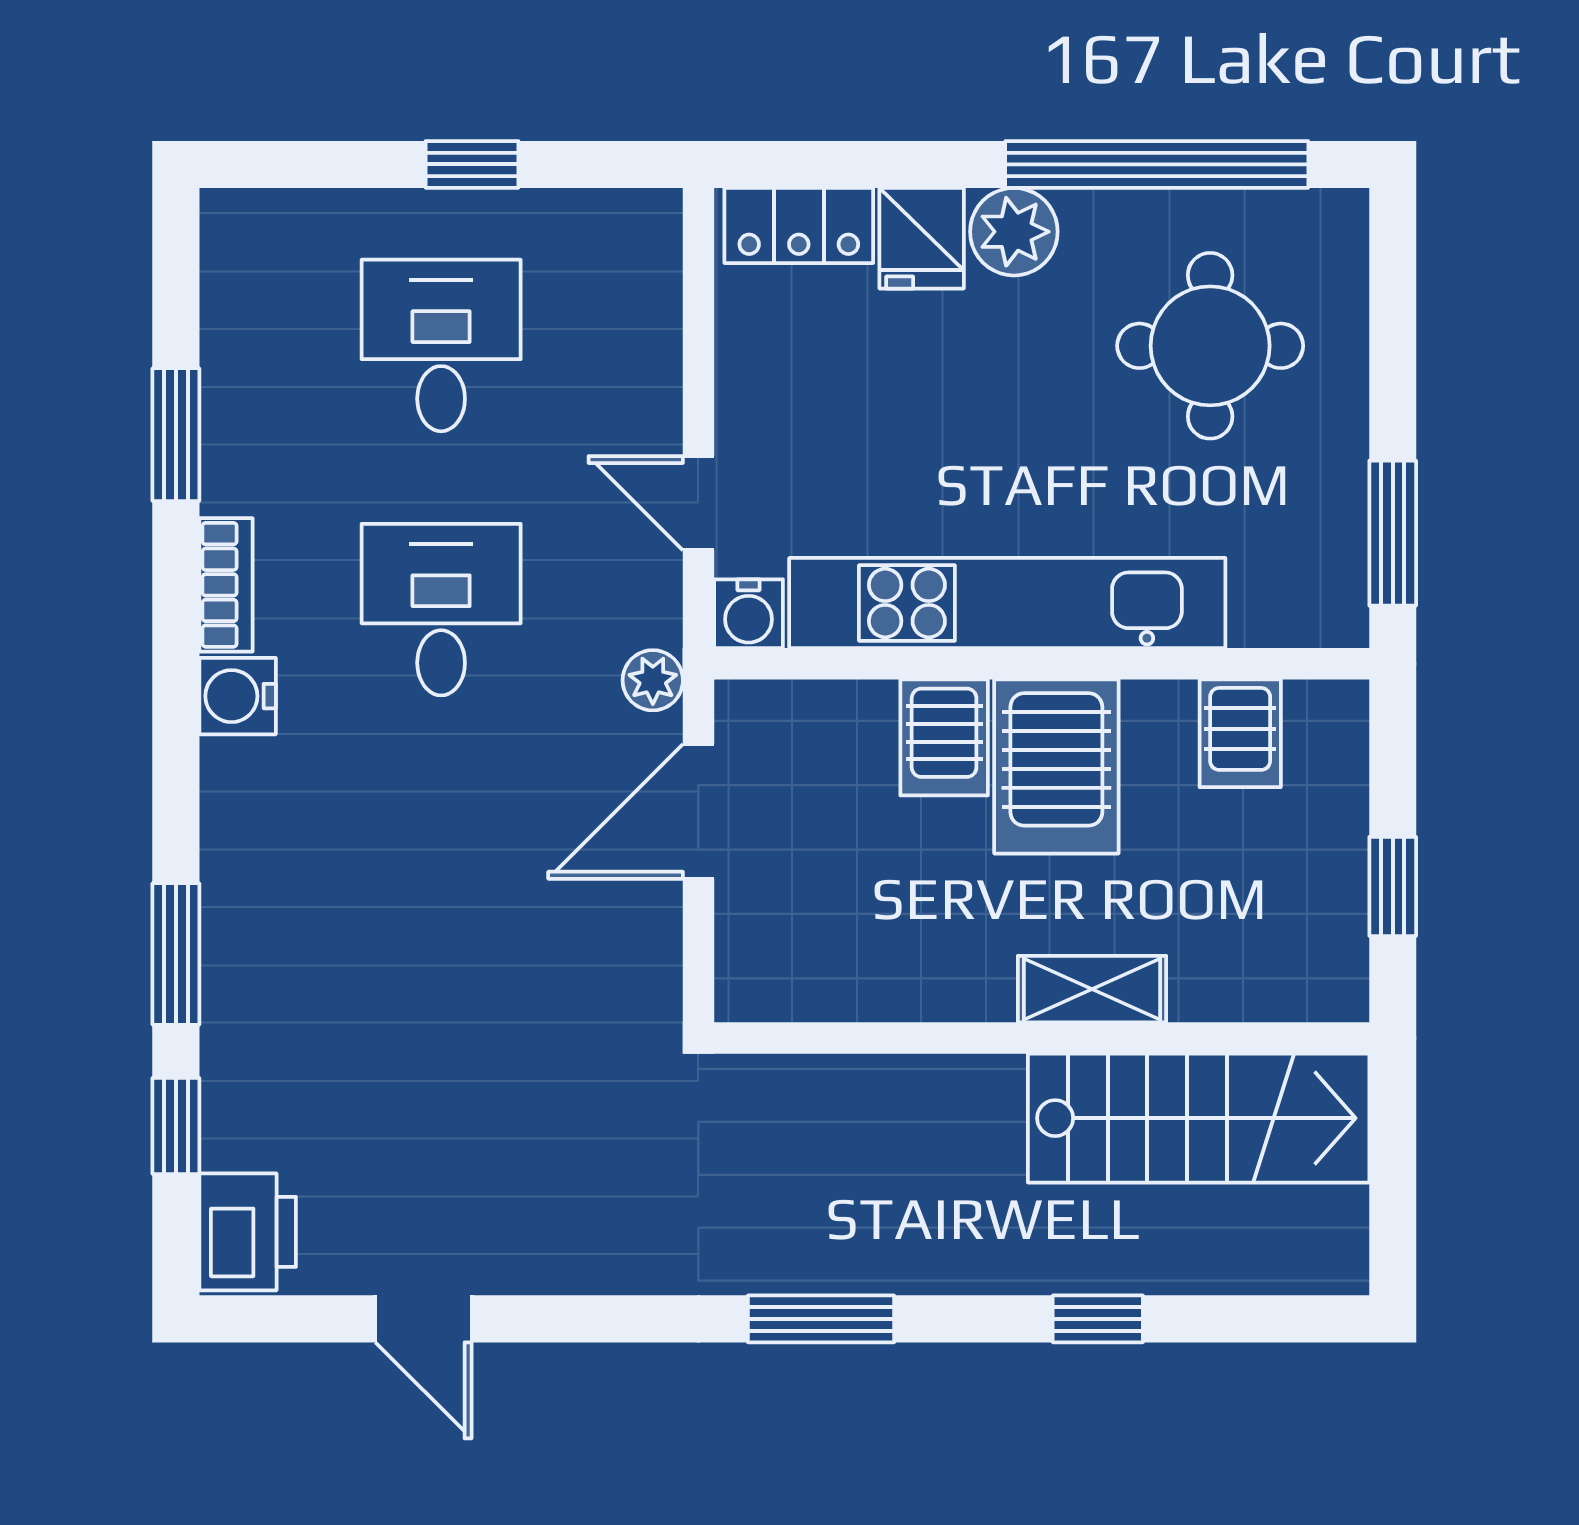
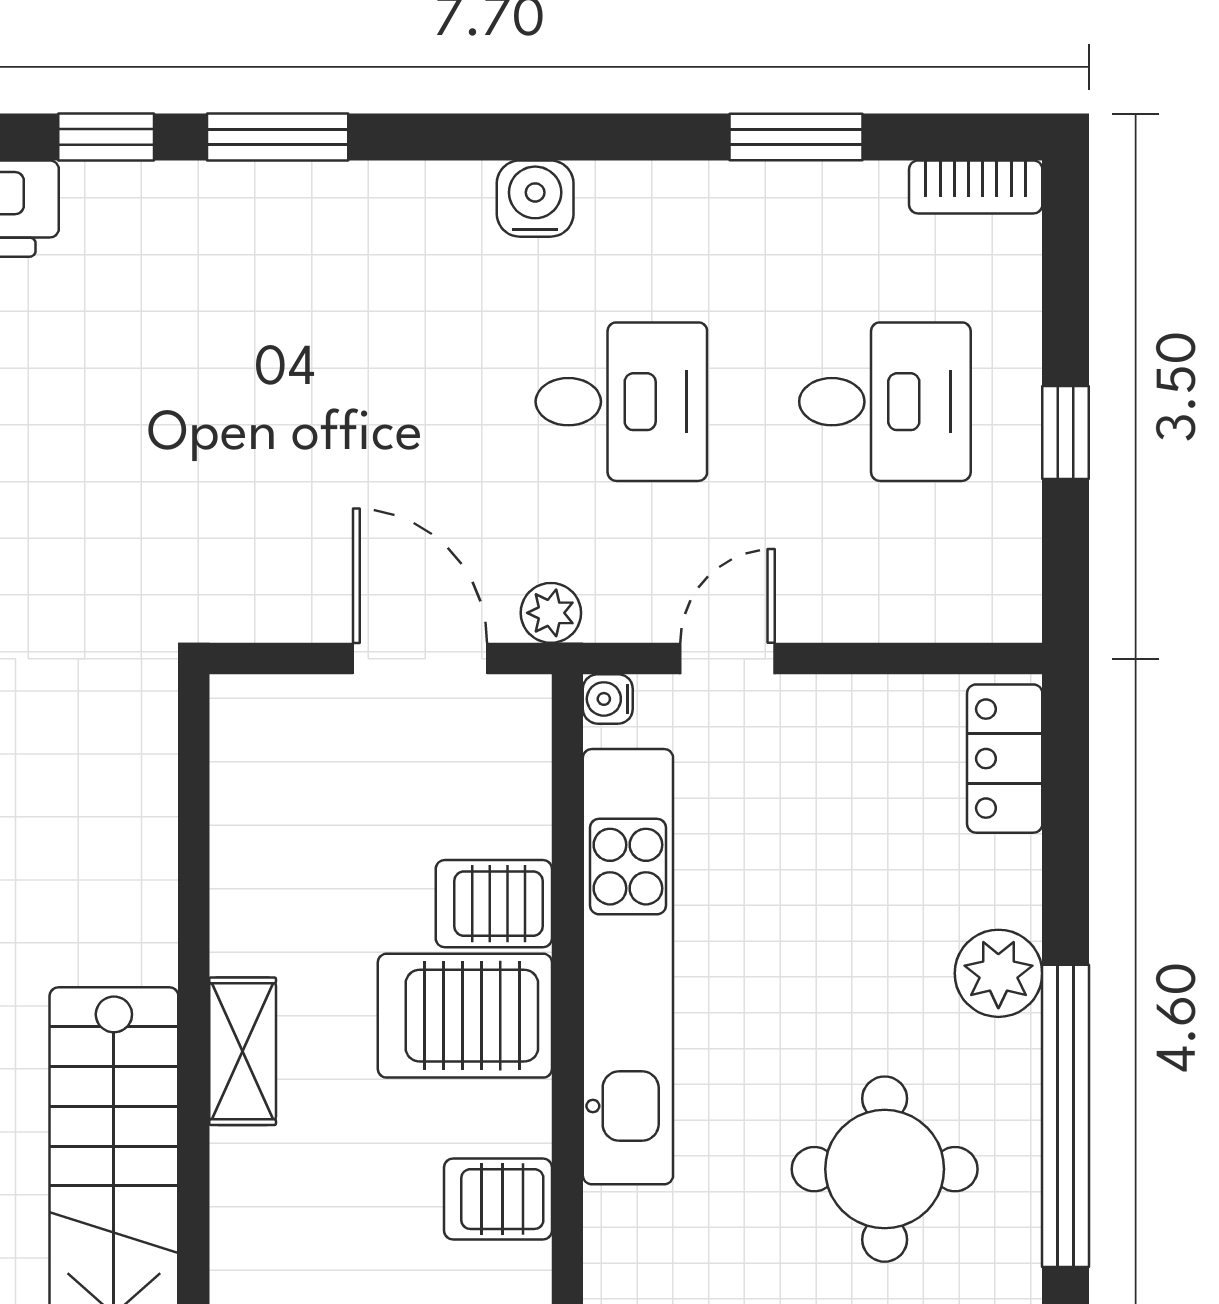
fridge: (922, 238) -> (992, 881), removed
bookcase: (226, 585) -> (976, 187), moved
water cooler: (749, 614) -> (608, 699), width x0.72, depth x0.72

